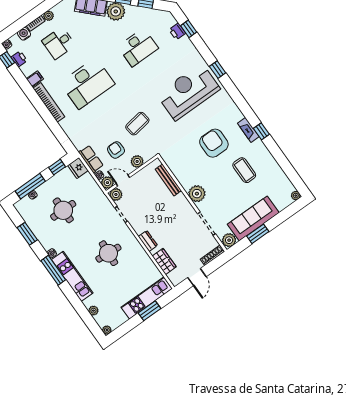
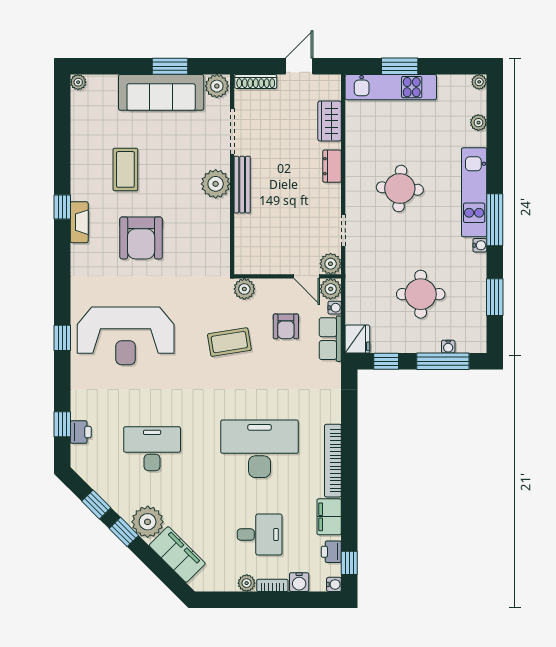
filing cabinet: (35, 79) -> (329, 517), width x2.00
plant: (137, 161) -> (244, 289), moved
bench: (168, 180) -> (242, 185), moved

